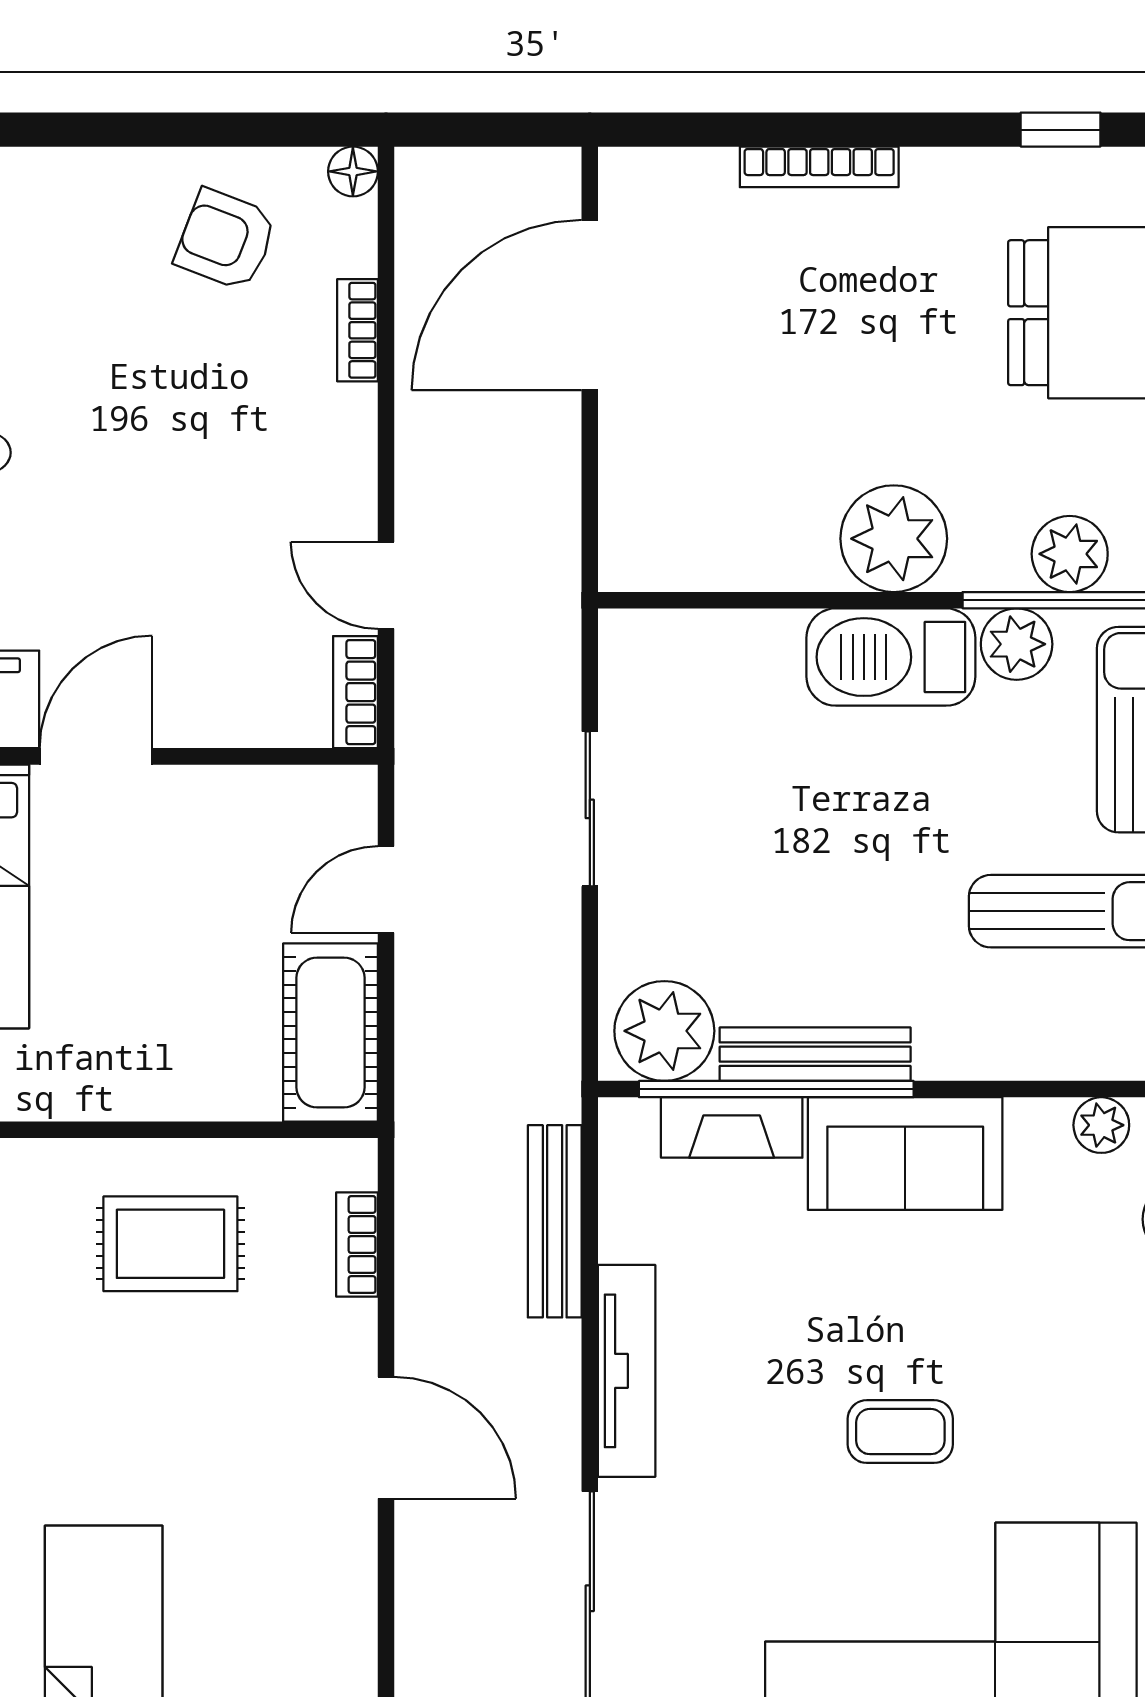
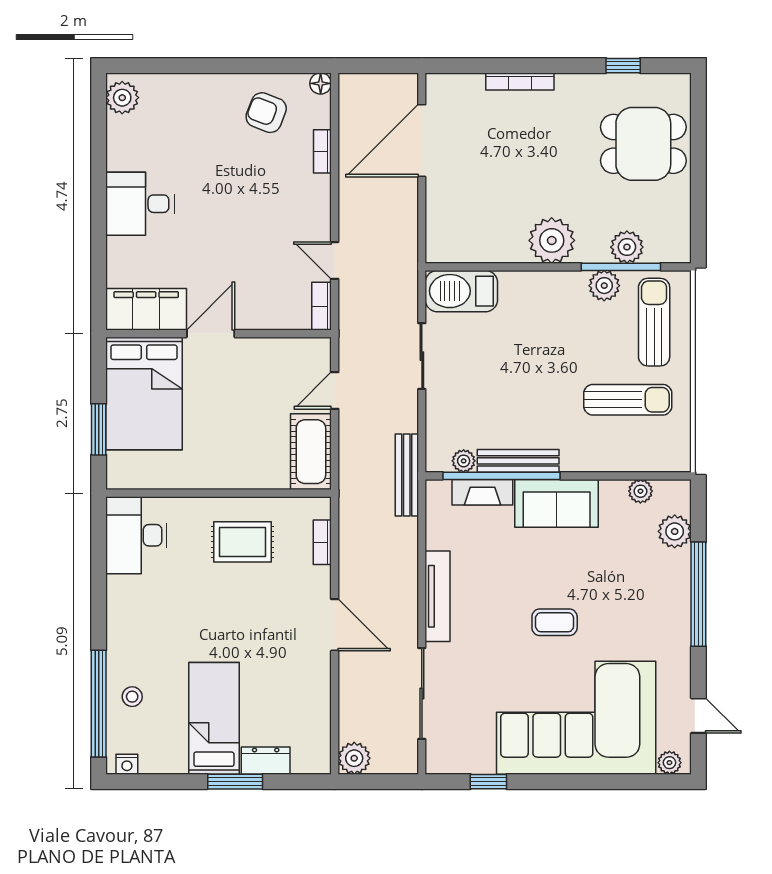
barbecue: (891, 657) -> (461, 291), moved
plant: (664, 1031) -> (464, 461), width x0.53, depth x0.53
bench: (555, 1221) -> (407, 475), moved

